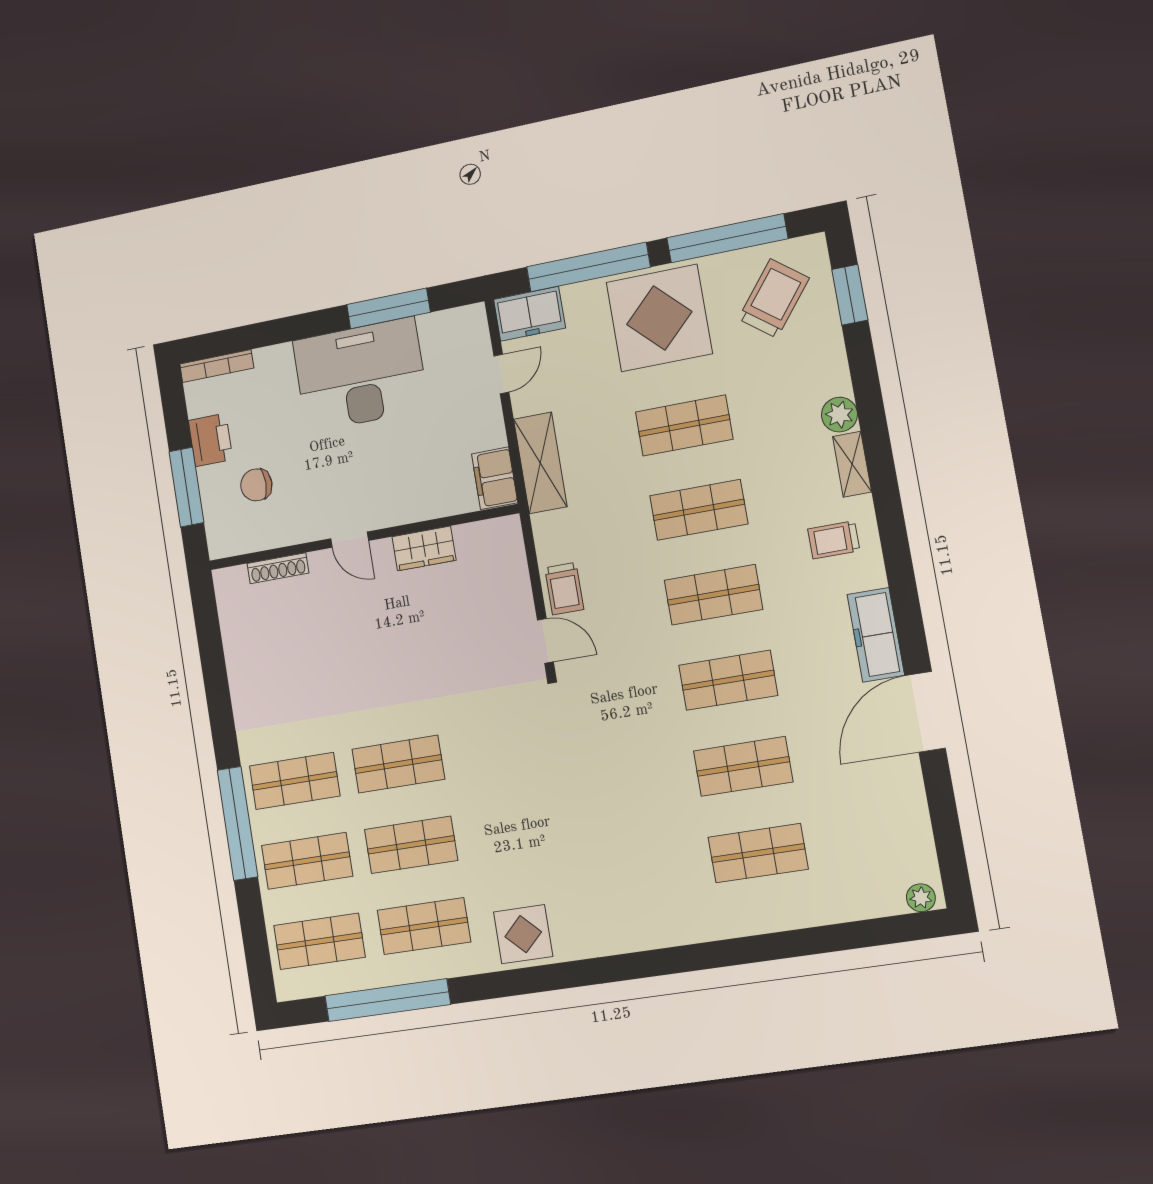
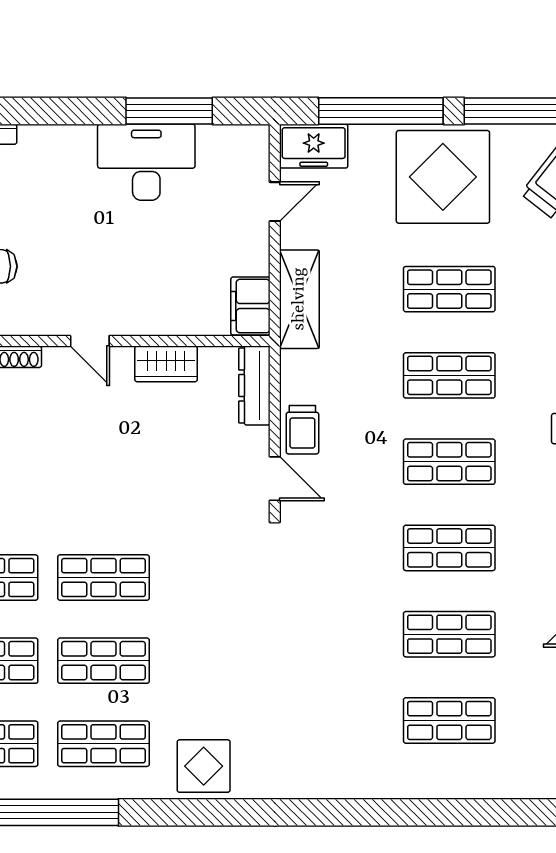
desk: (360, 375) -> (146, 162), width x0.73, depth x0.77
dresser: (511, 554) -> (254, 386), added

